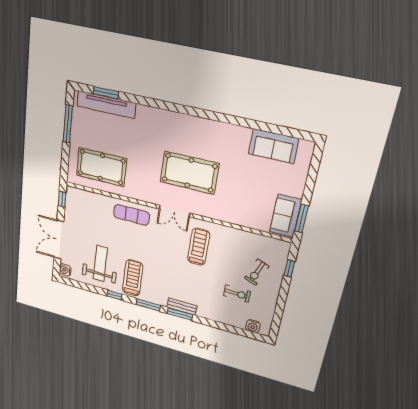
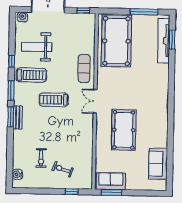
pool table: (101, 167) -> (116, 41), width x1.36, depth x1.32
pool table: (189, 173) -> (124, 130), moved
treadmill: (199, 247) -> (54, 100), moved, turned 180
weight bench: (100, 263) -> (37, 47), turned 180

